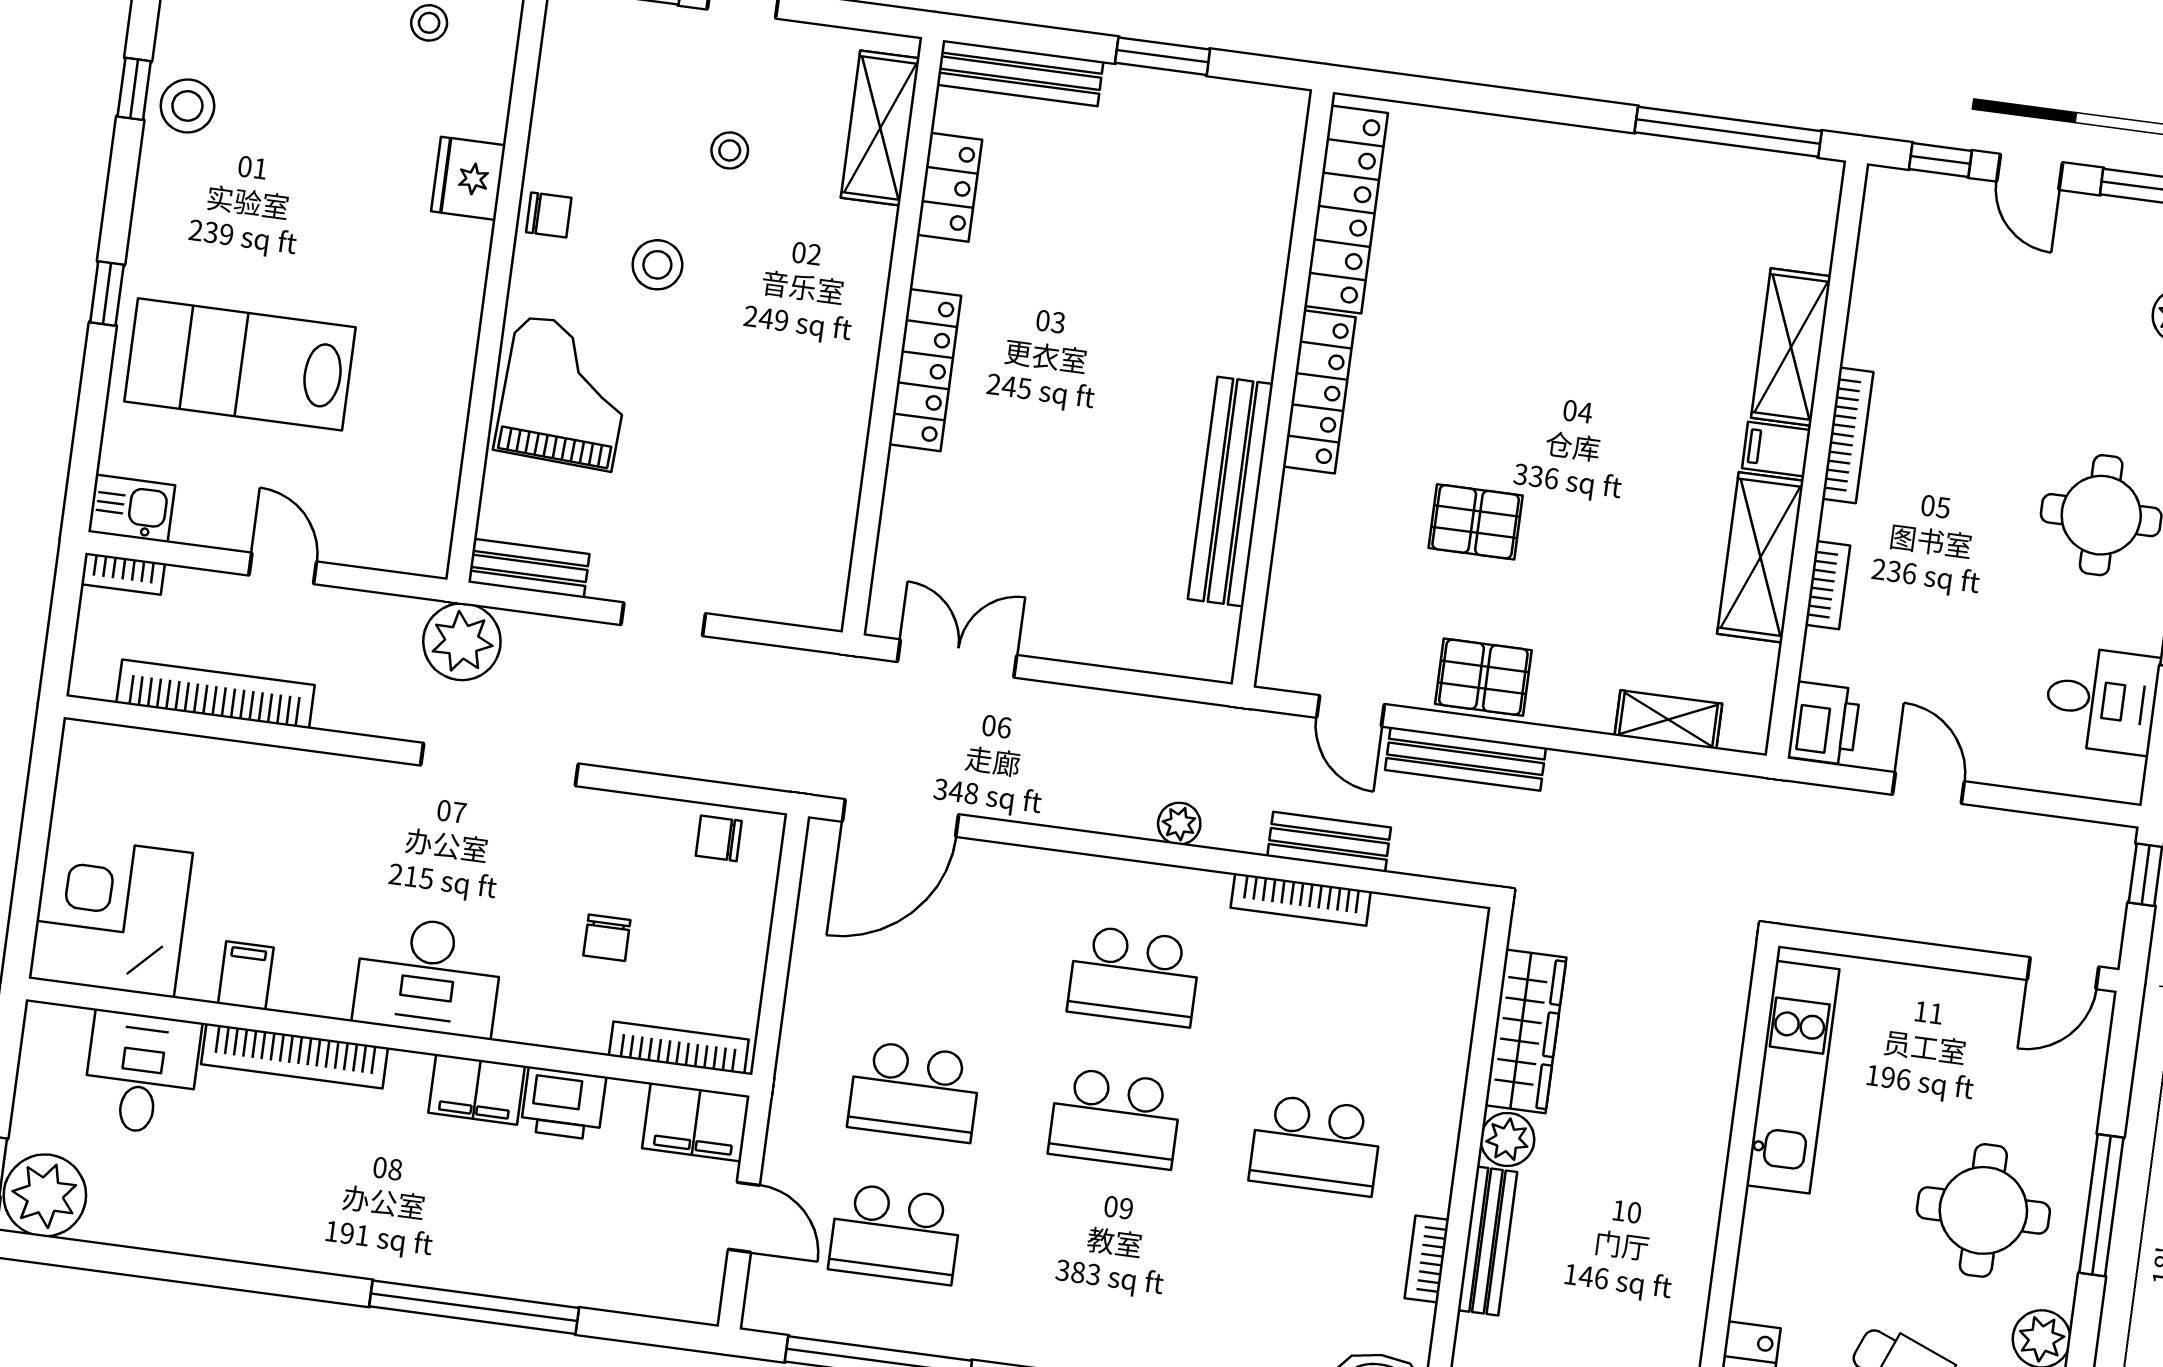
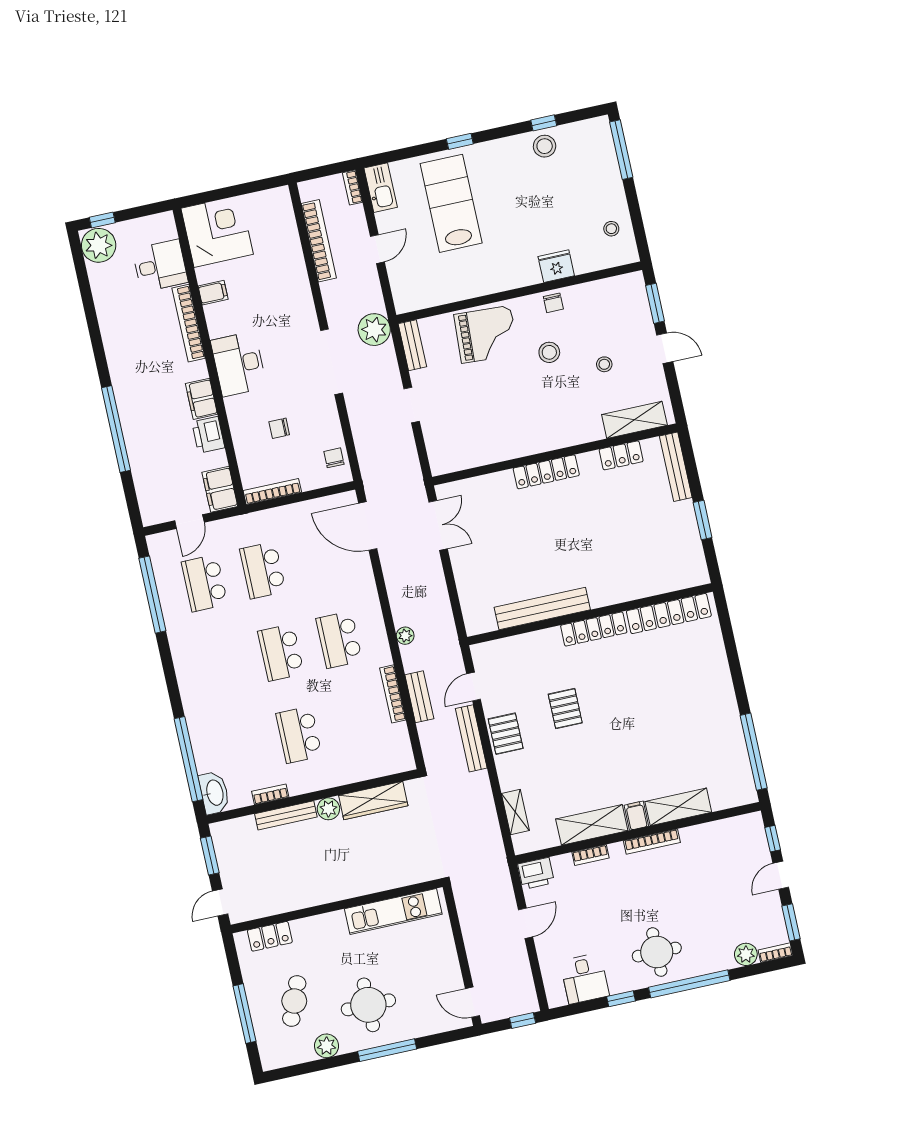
kitchen sink: (132, 509) -> (381, 188), width x1.38
bookcase: (679, 1048) -> (272, 491), moved, turned -90

